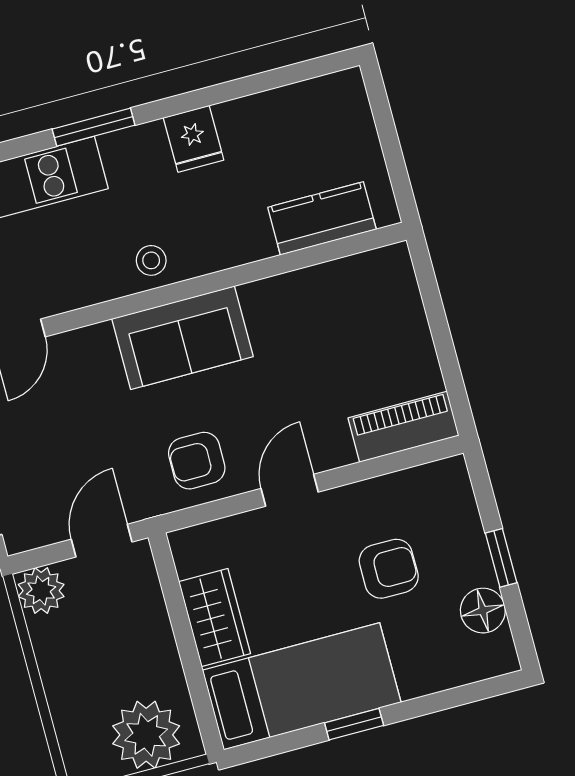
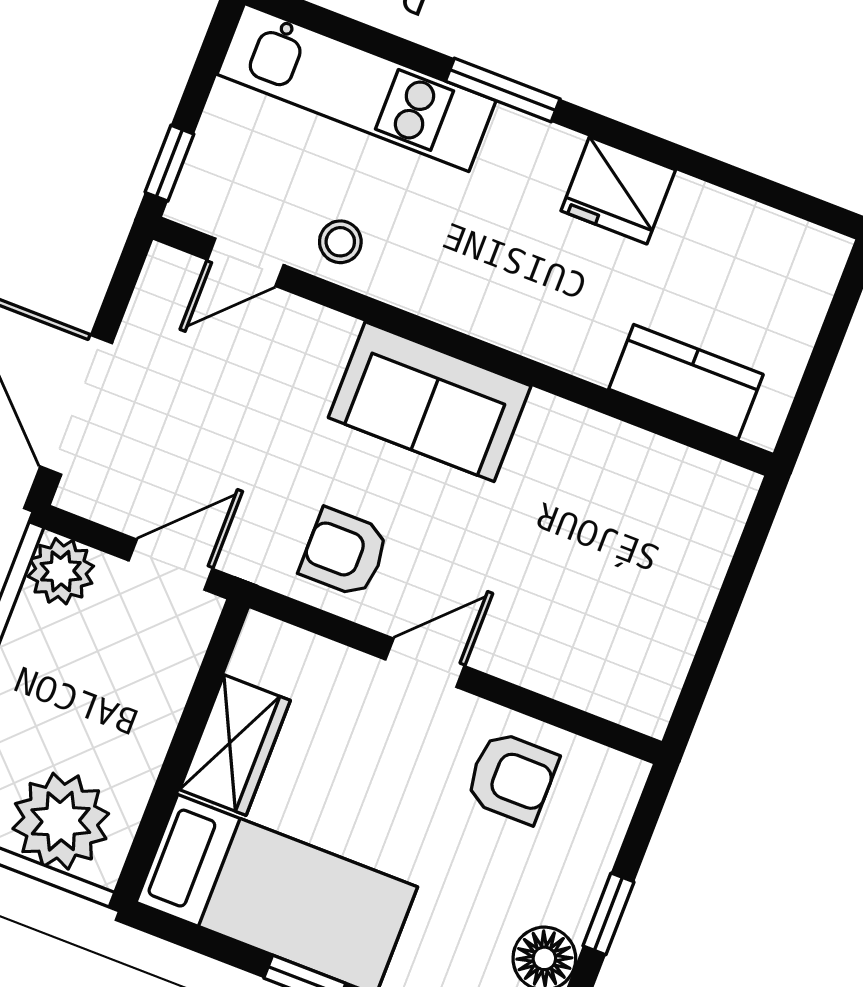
fridge: (194, 139) -> (618, 190), width x1.38
stool: (151, 260) -> (340, 242), moved
piano: (403, 427) -> (606, 685), removed
armchair: (389, 569) -> (512, 777), moved

